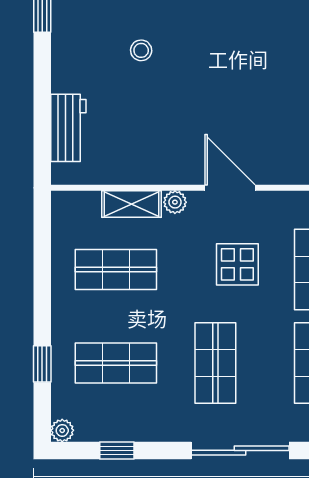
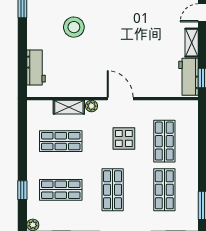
stool: (141, 50) -> (74, 27), width x1.89, depth x1.89

